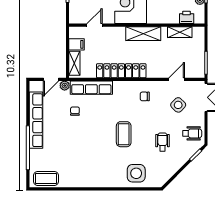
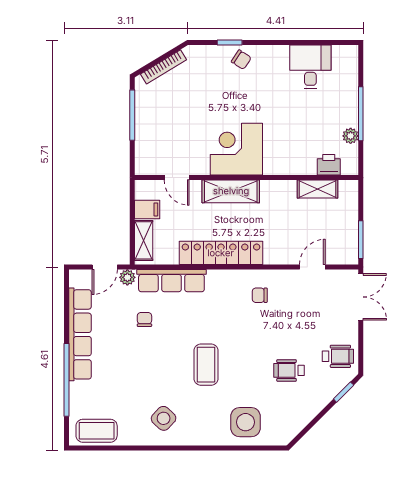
door: (94, 25) -> (177, 178), swing flipped
shelving: (143, 34) -> (231, 191), moved
side table: (178, 105) -> (164, 418), moved
coffee table: (124, 134) -> (206, 365), moved
wheelchair: (162, 142) -> (289, 370), turned -90

